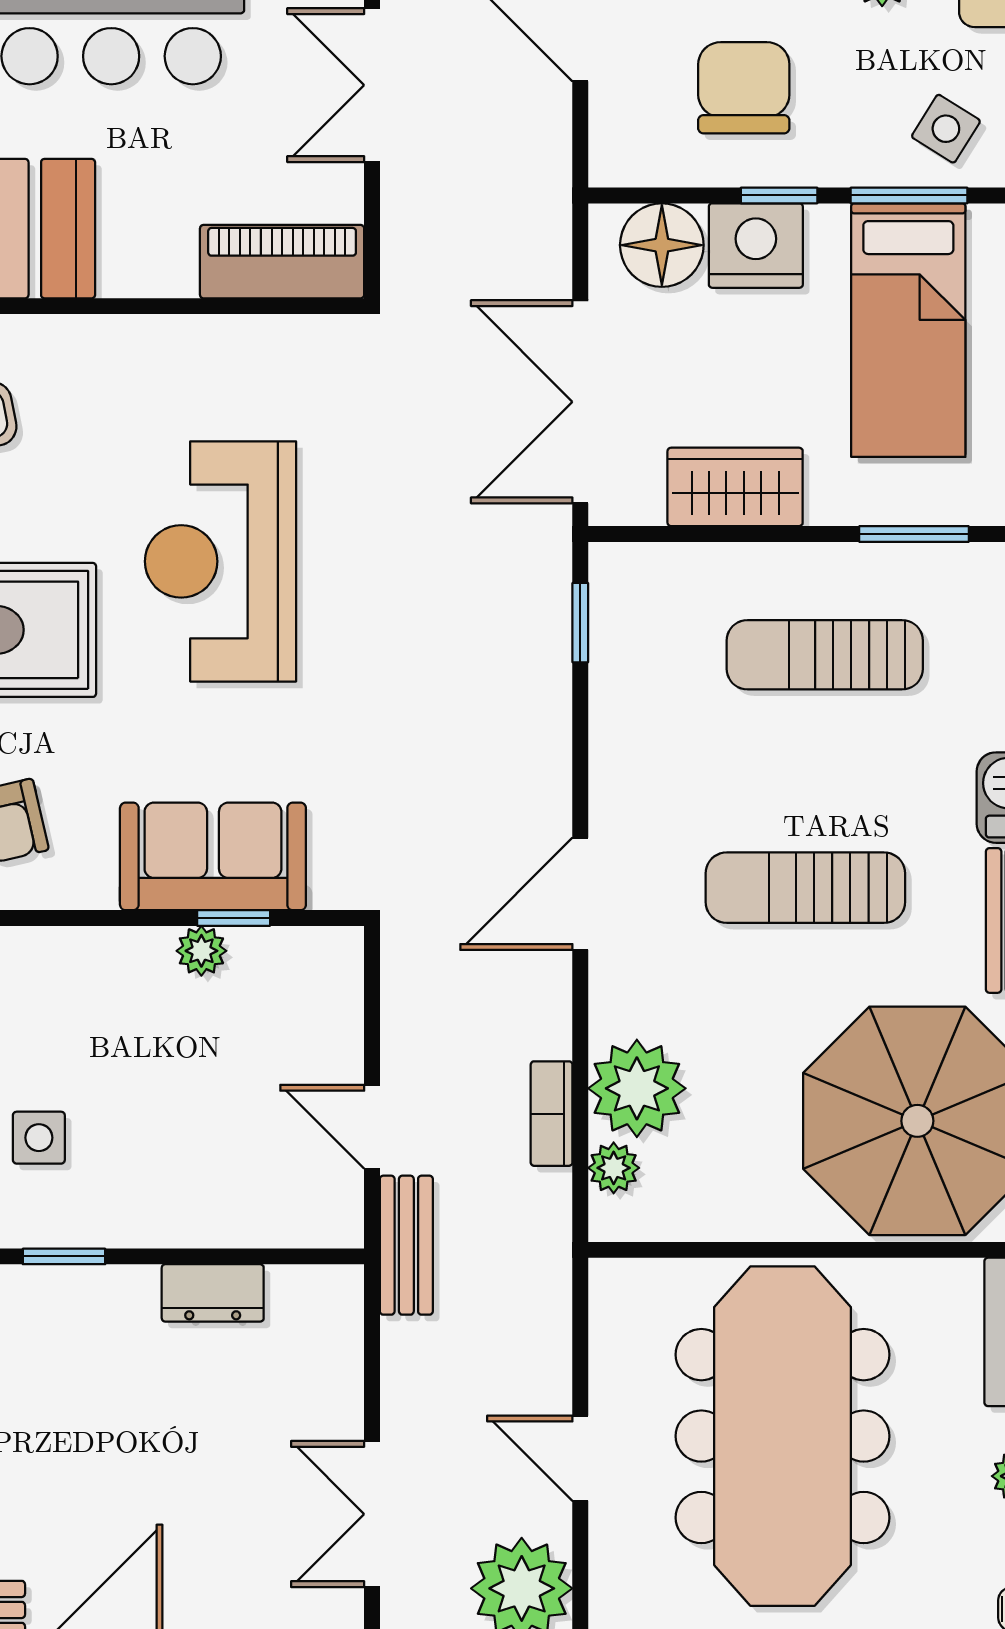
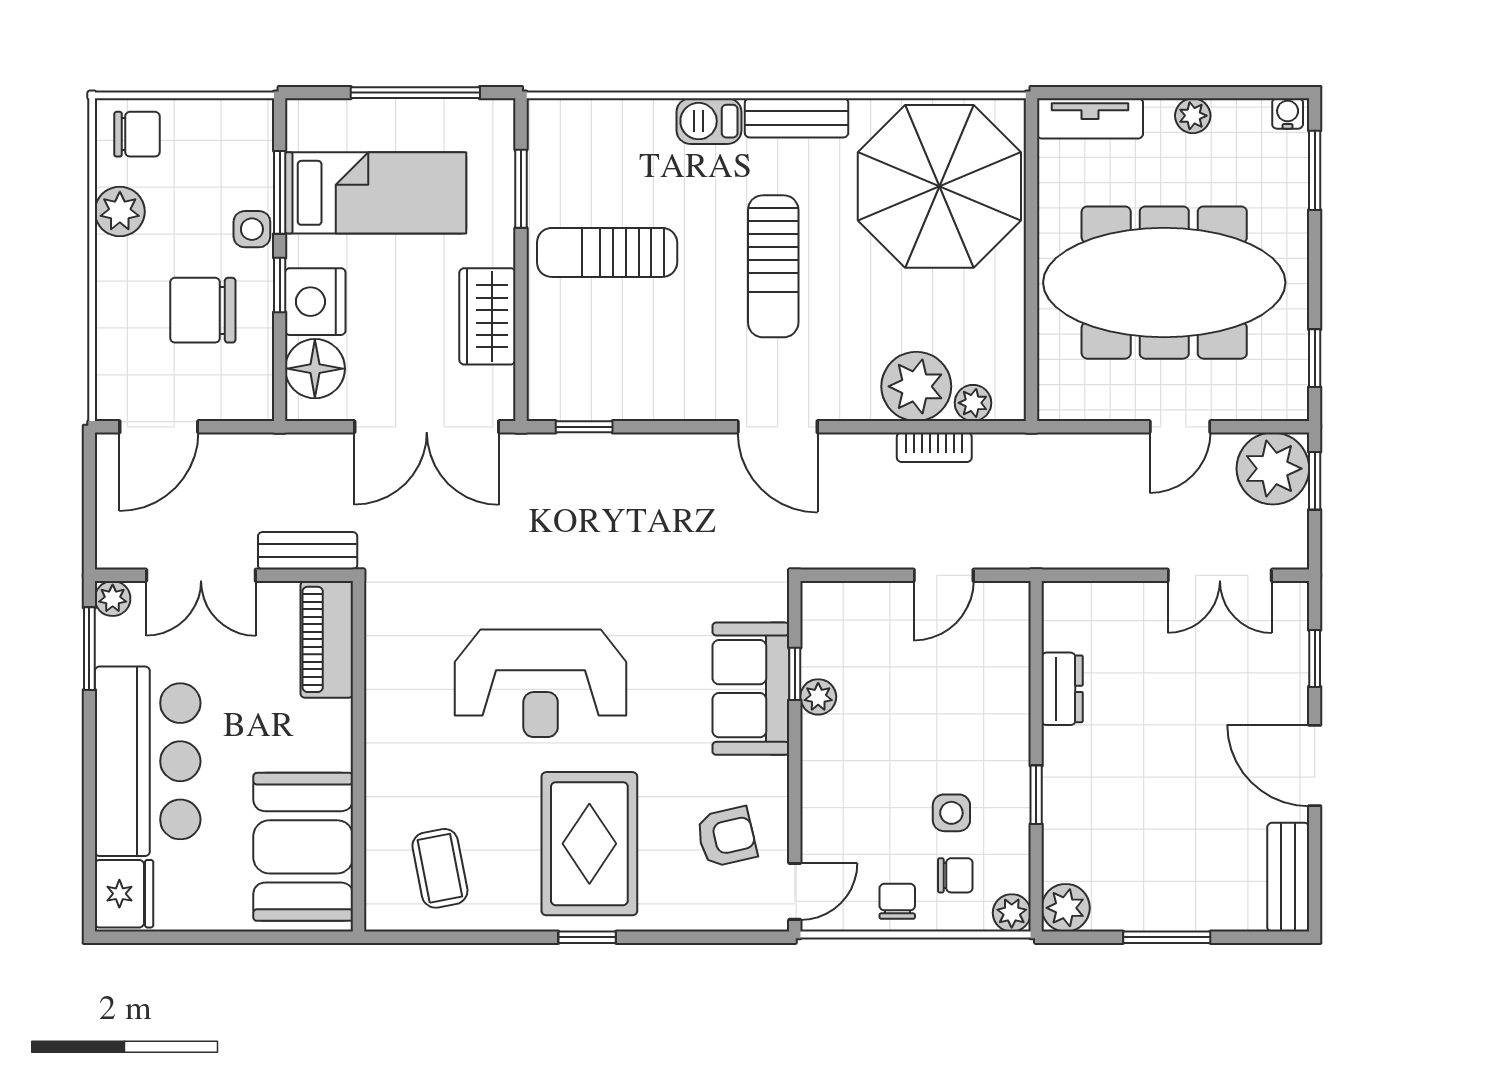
side table: (946, 129) -> (252, 229), moved, turned -32
sun lounger: (825, 655) -> (607, 252), turned 90
bench: (406, 1245) -> (308, 551), moved

